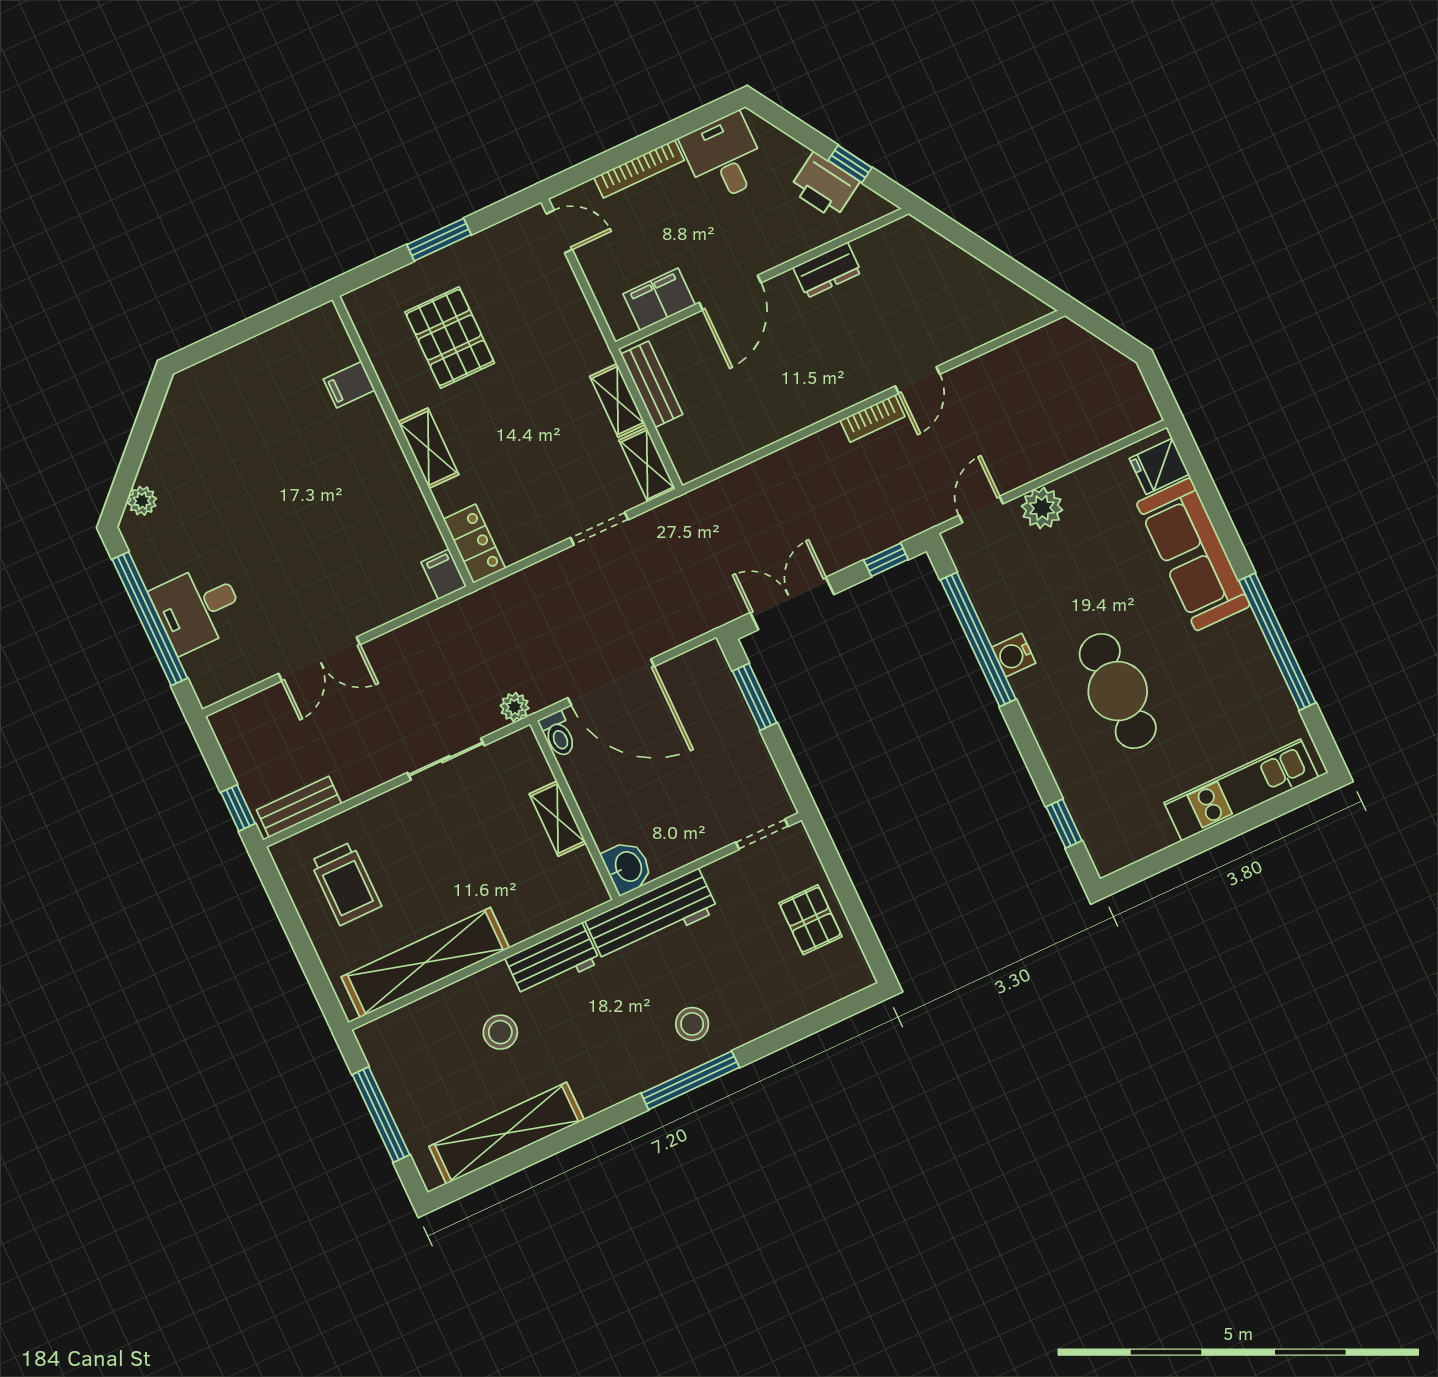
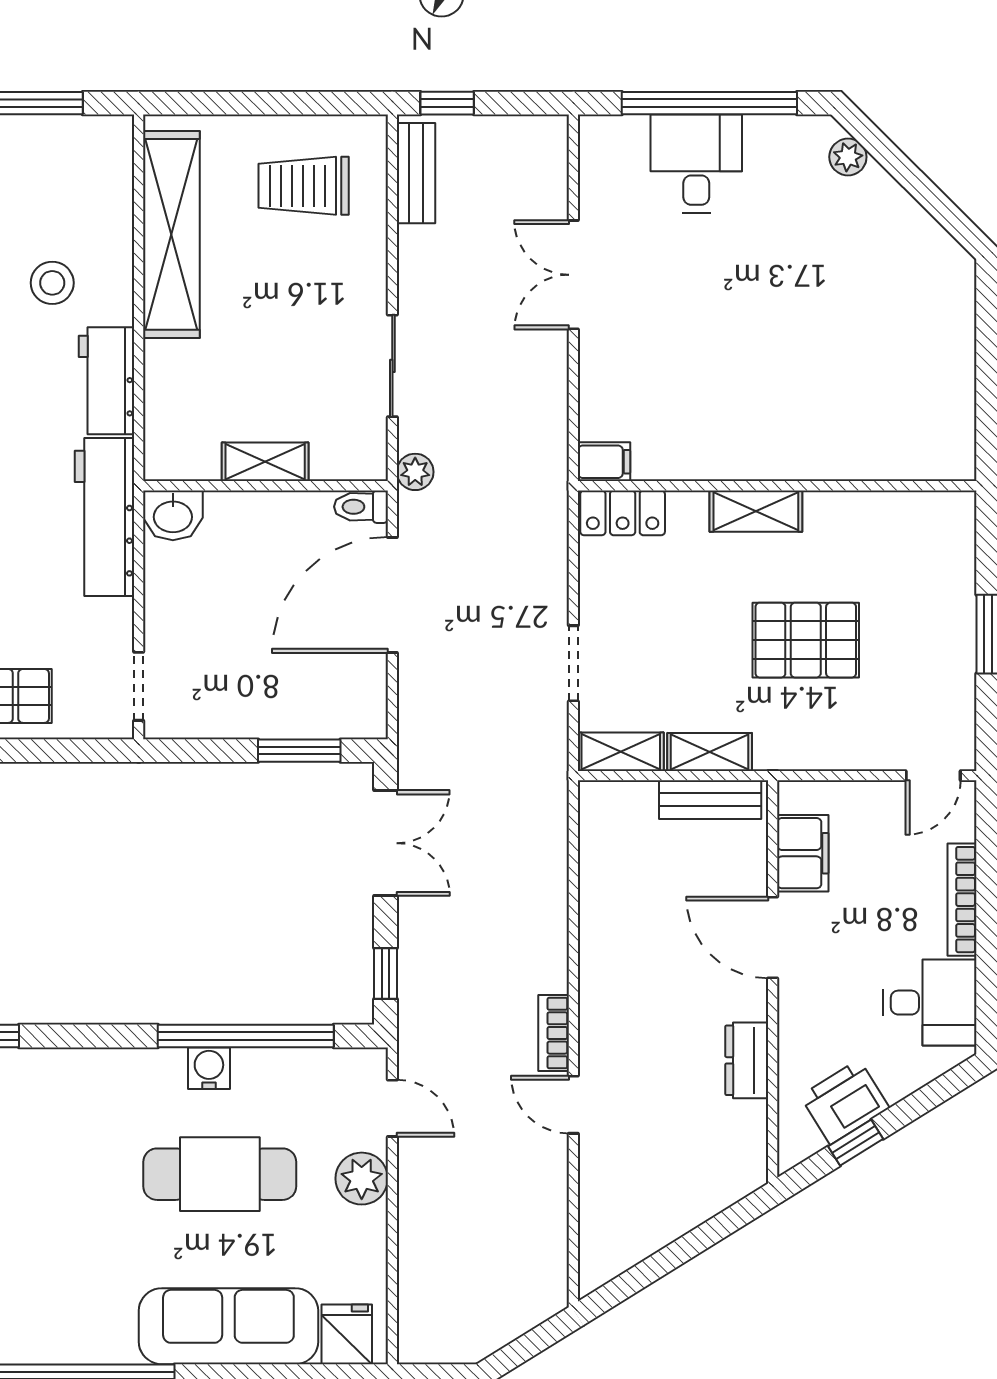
pallet: (450, 337) -> (806, 640), moved
filing cabinet: (349, 385) -> (870, 455), removed
cafe table: (1118, 691) -> (220, 1174), moved

